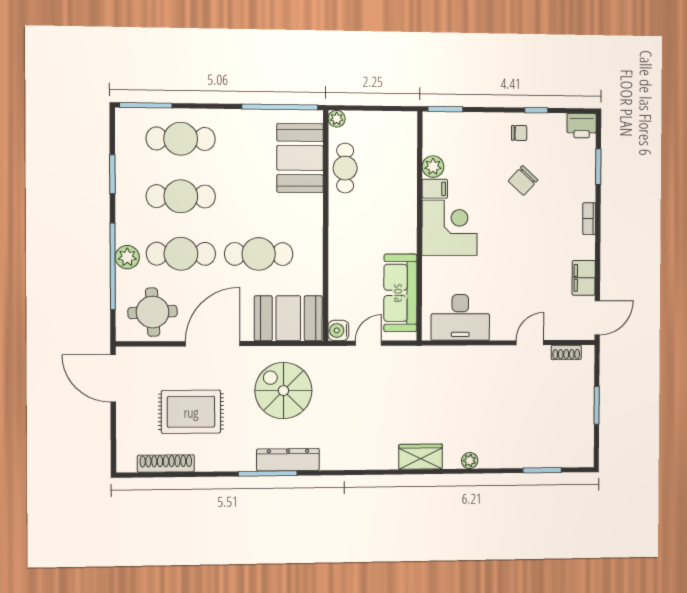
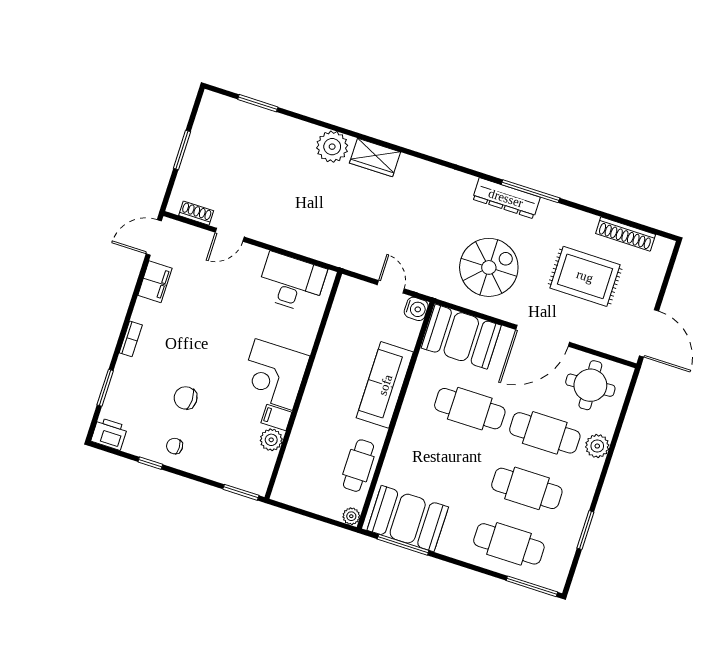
window: (280, 107) -> (403, 545), width x0.68
booth: (300, 158) -> (408, 519), moved, turned 90
chair: (523, 180) -> (186, 398), turned -133
window: (113, 266) -> (614, 441), removed
sofa: (400, 293) -> (385, 385), moved, turned 180
door: (368, 343) -> (391, 287), swing flipped
spiral stairs: (283, 391) -> (489, 267), turned -90
plant: (470, 461) -> (332, 147), width x1.88, depth x1.88

